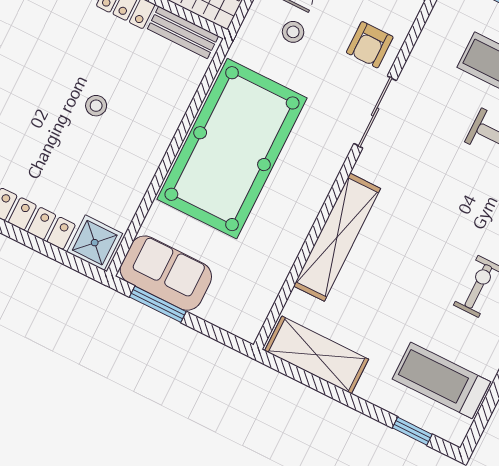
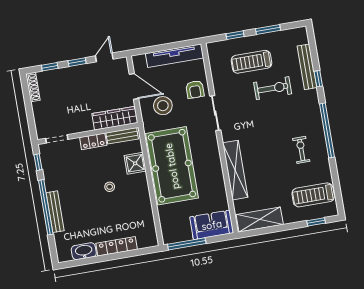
stool: (293, 32) -> (163, 106), width x1.89, depth x1.89
shower: (95, 243) -> (135, 163), moved
sofa: (166, 273) -> (212, 225), moved
window: (158, 304) -> (187, 244), width x1.44

